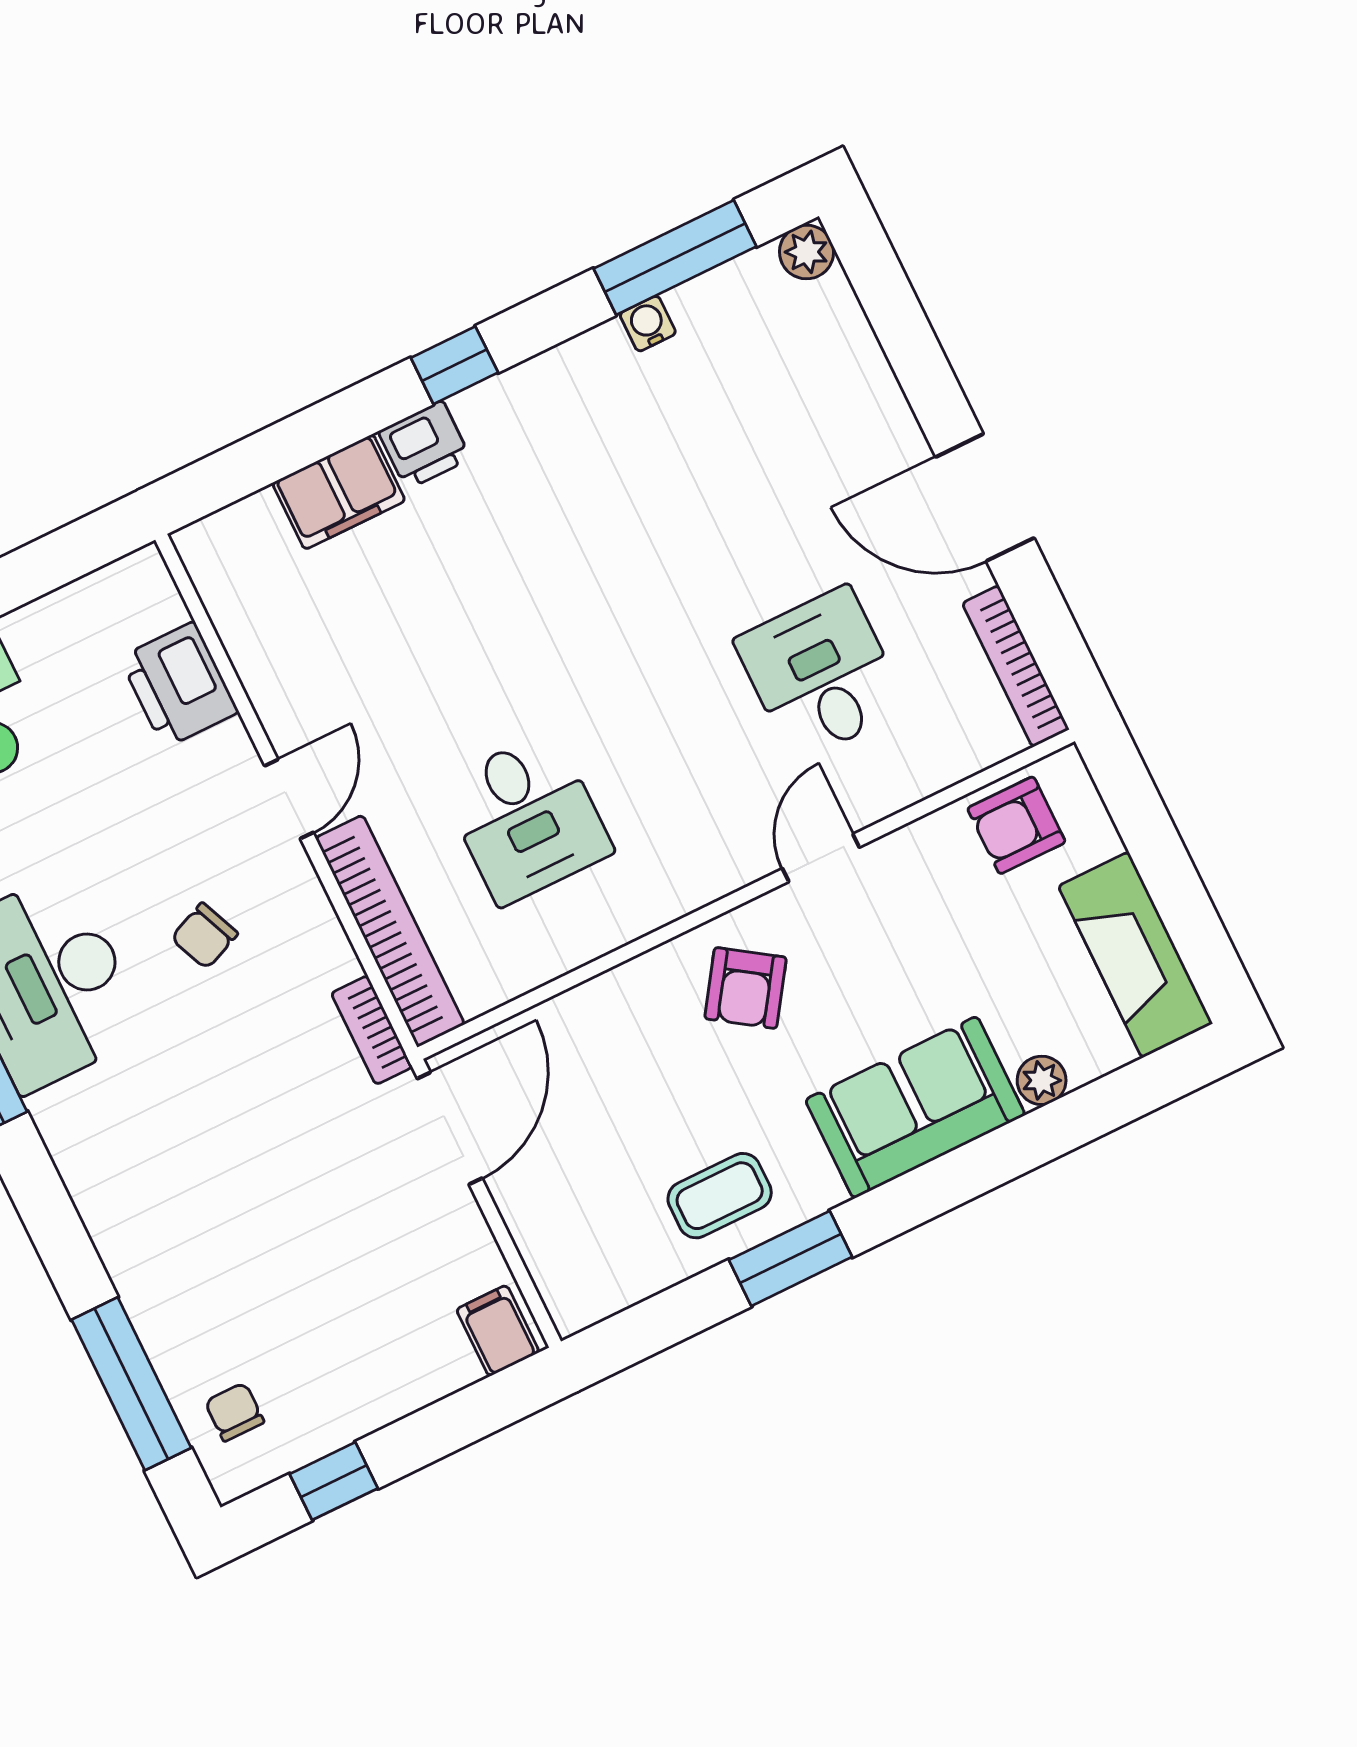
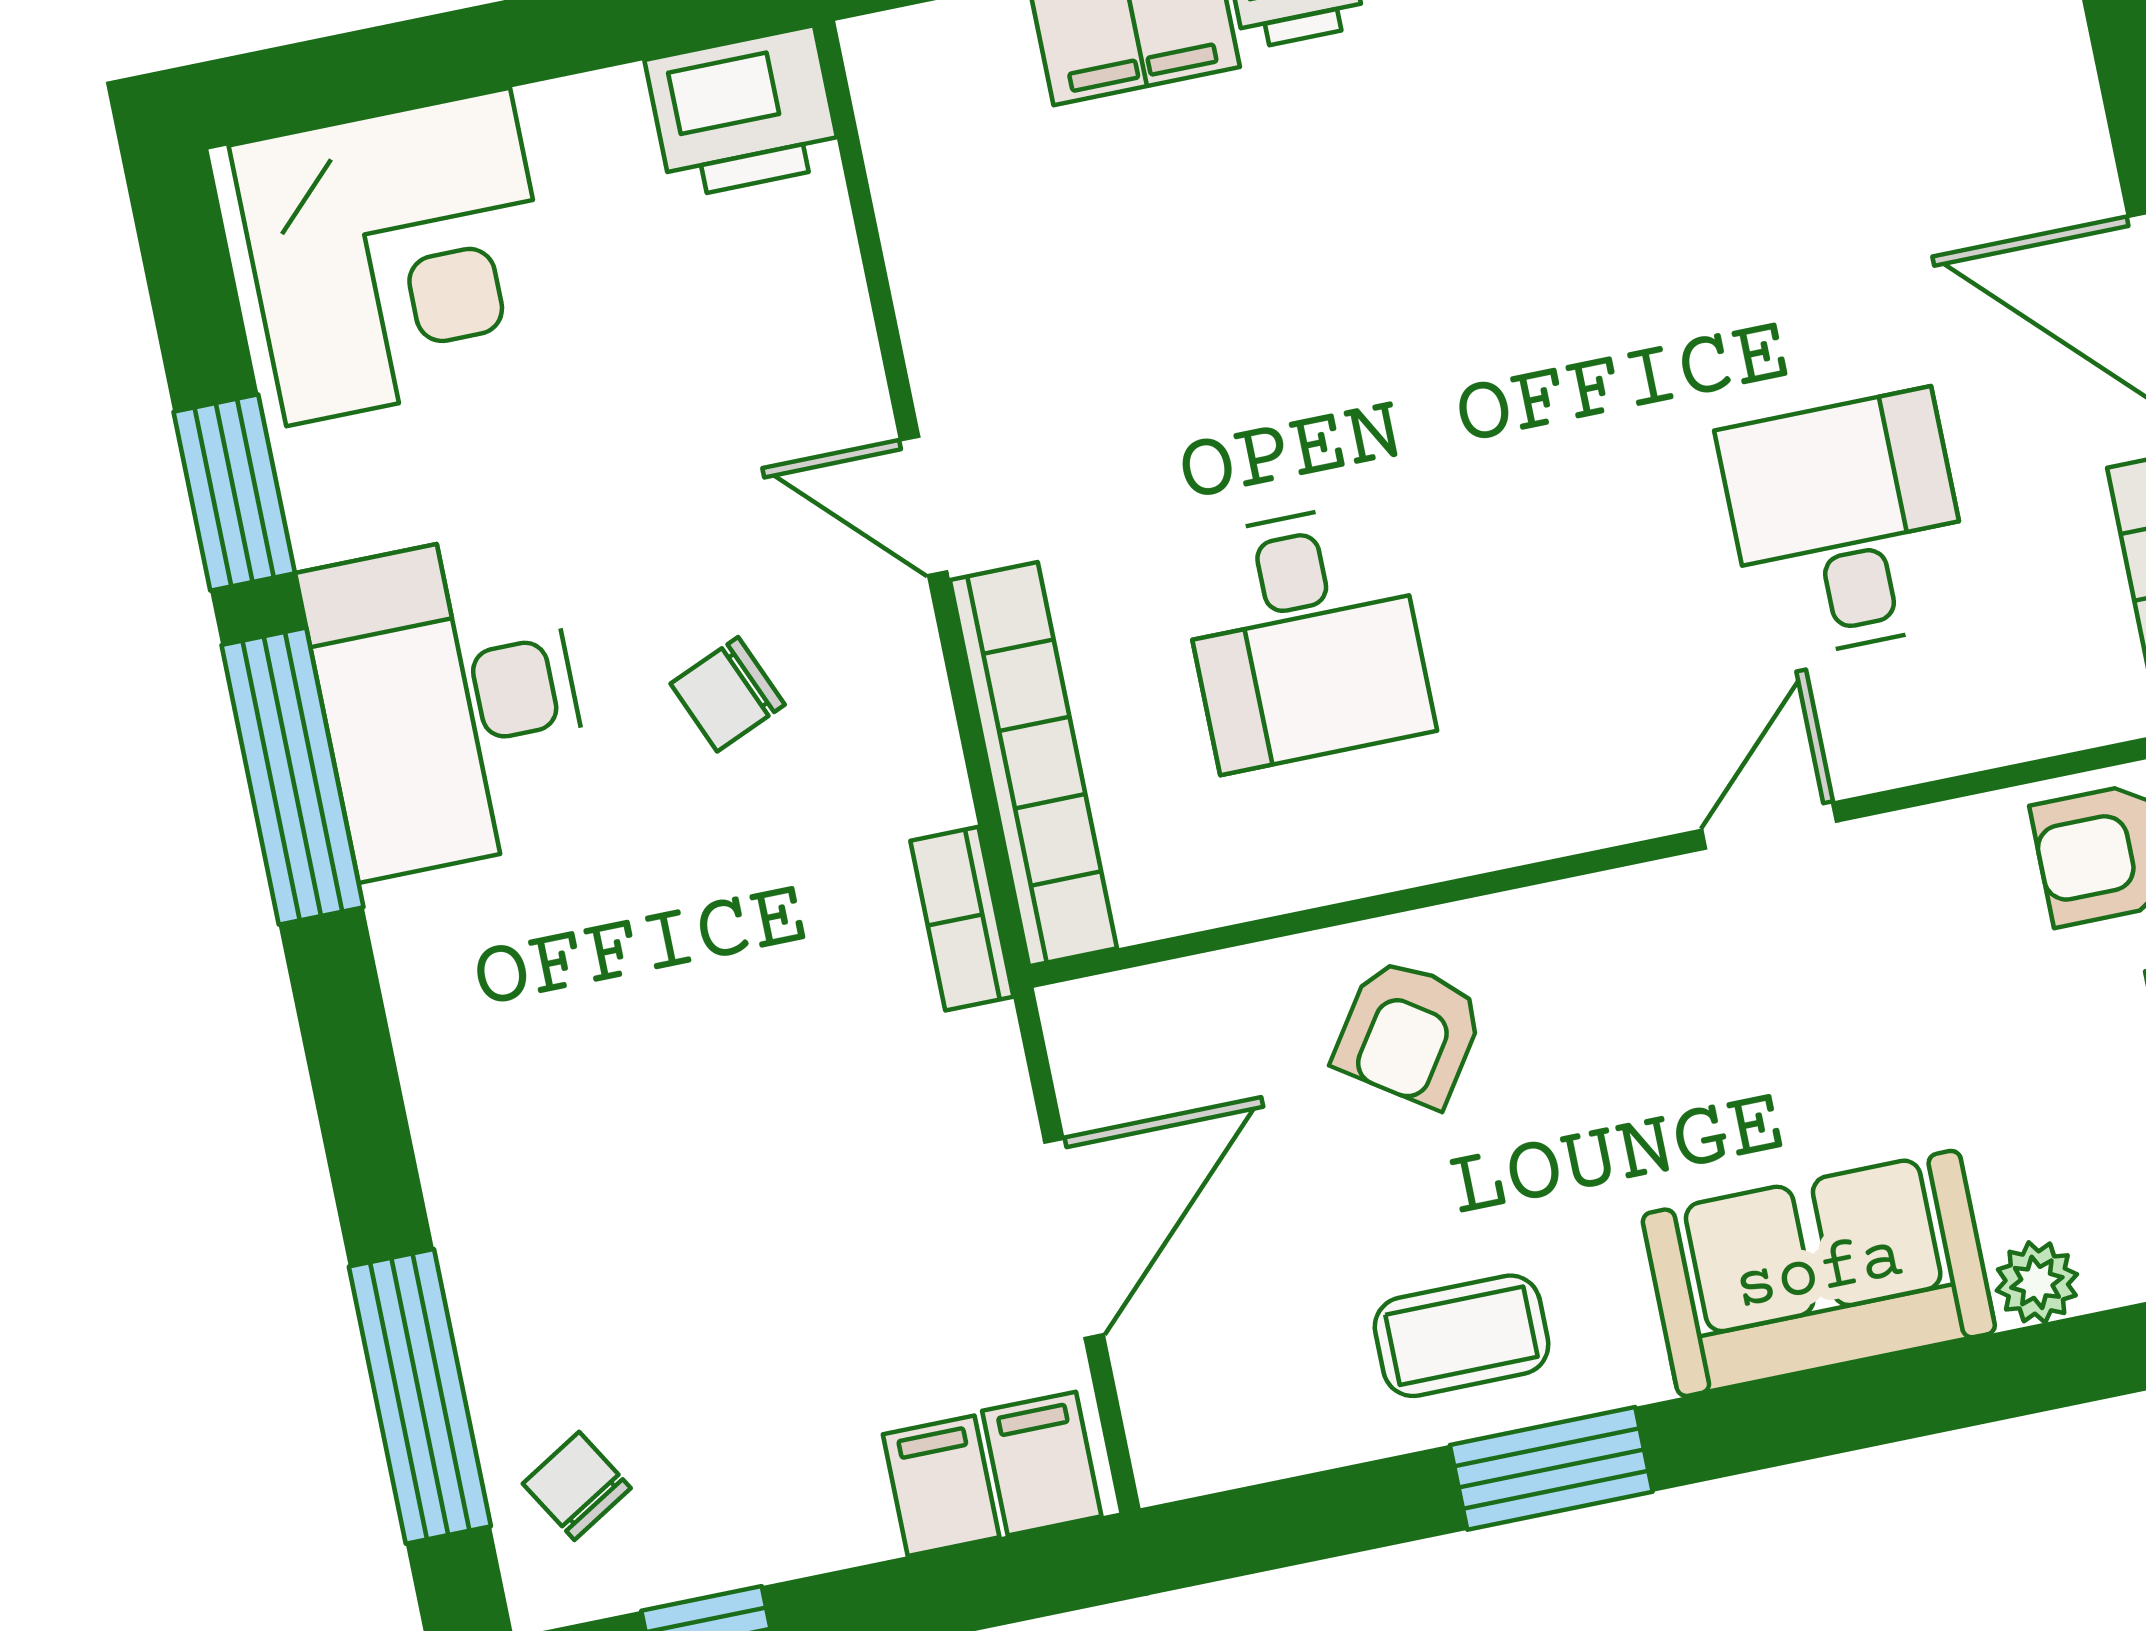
printer: (179, 685) -> (743, 113), moved, turned -90
door: (289, 799) -> (924, 506), swing flipped
armchair: (746, 988) -> (1409, 1032), moved
door: (450, 1128) -> (1074, 1238), moved
filing cabinet: (443, 1358) -> (941, 1486), added
chair: (234, 1412) -> (577, 1486), turned -31

